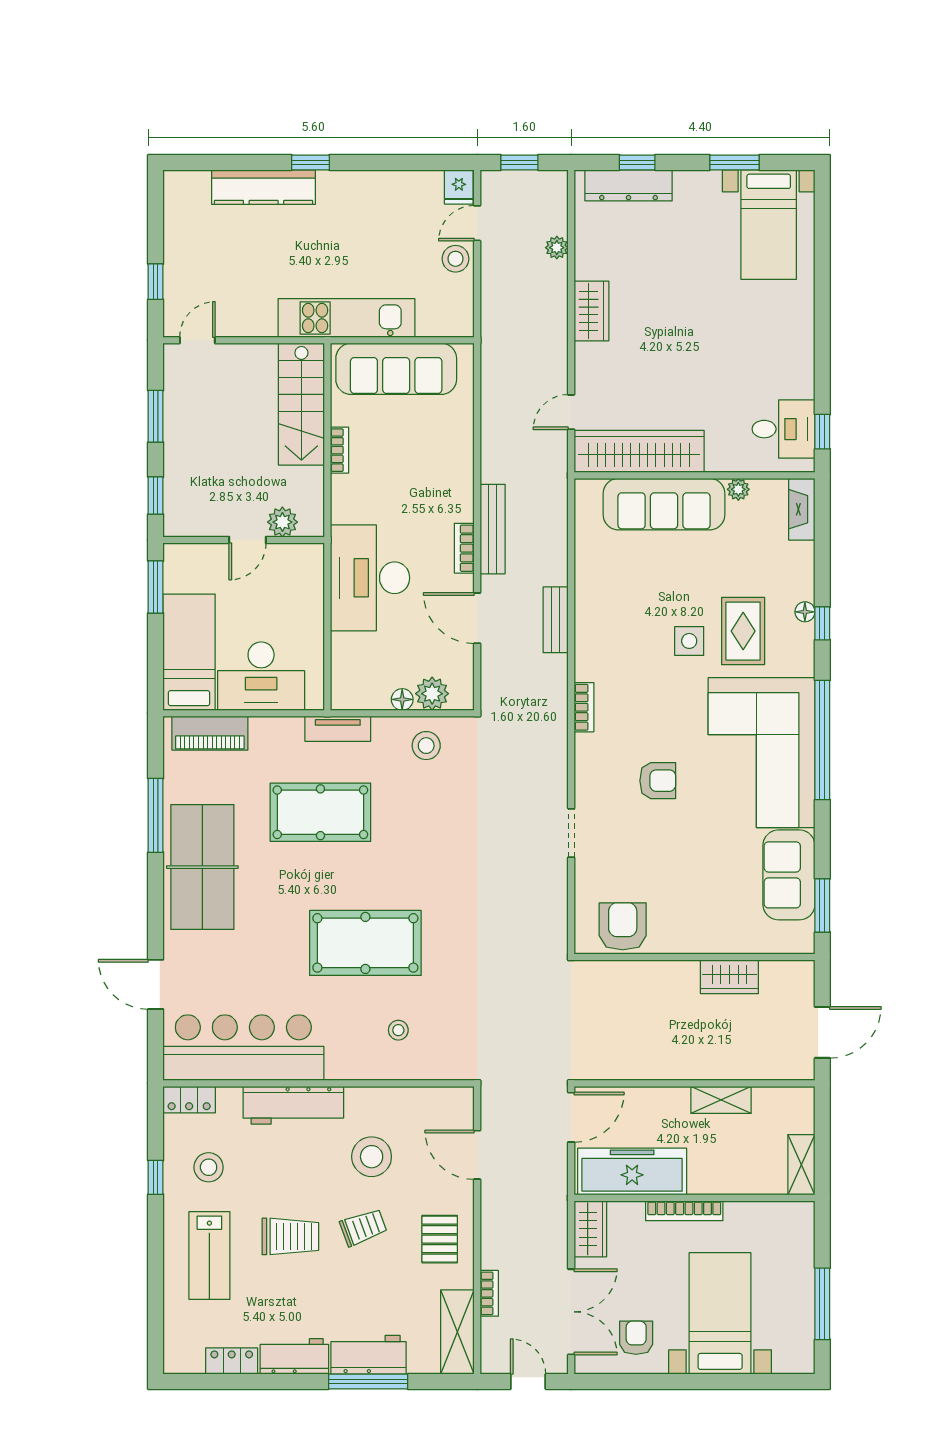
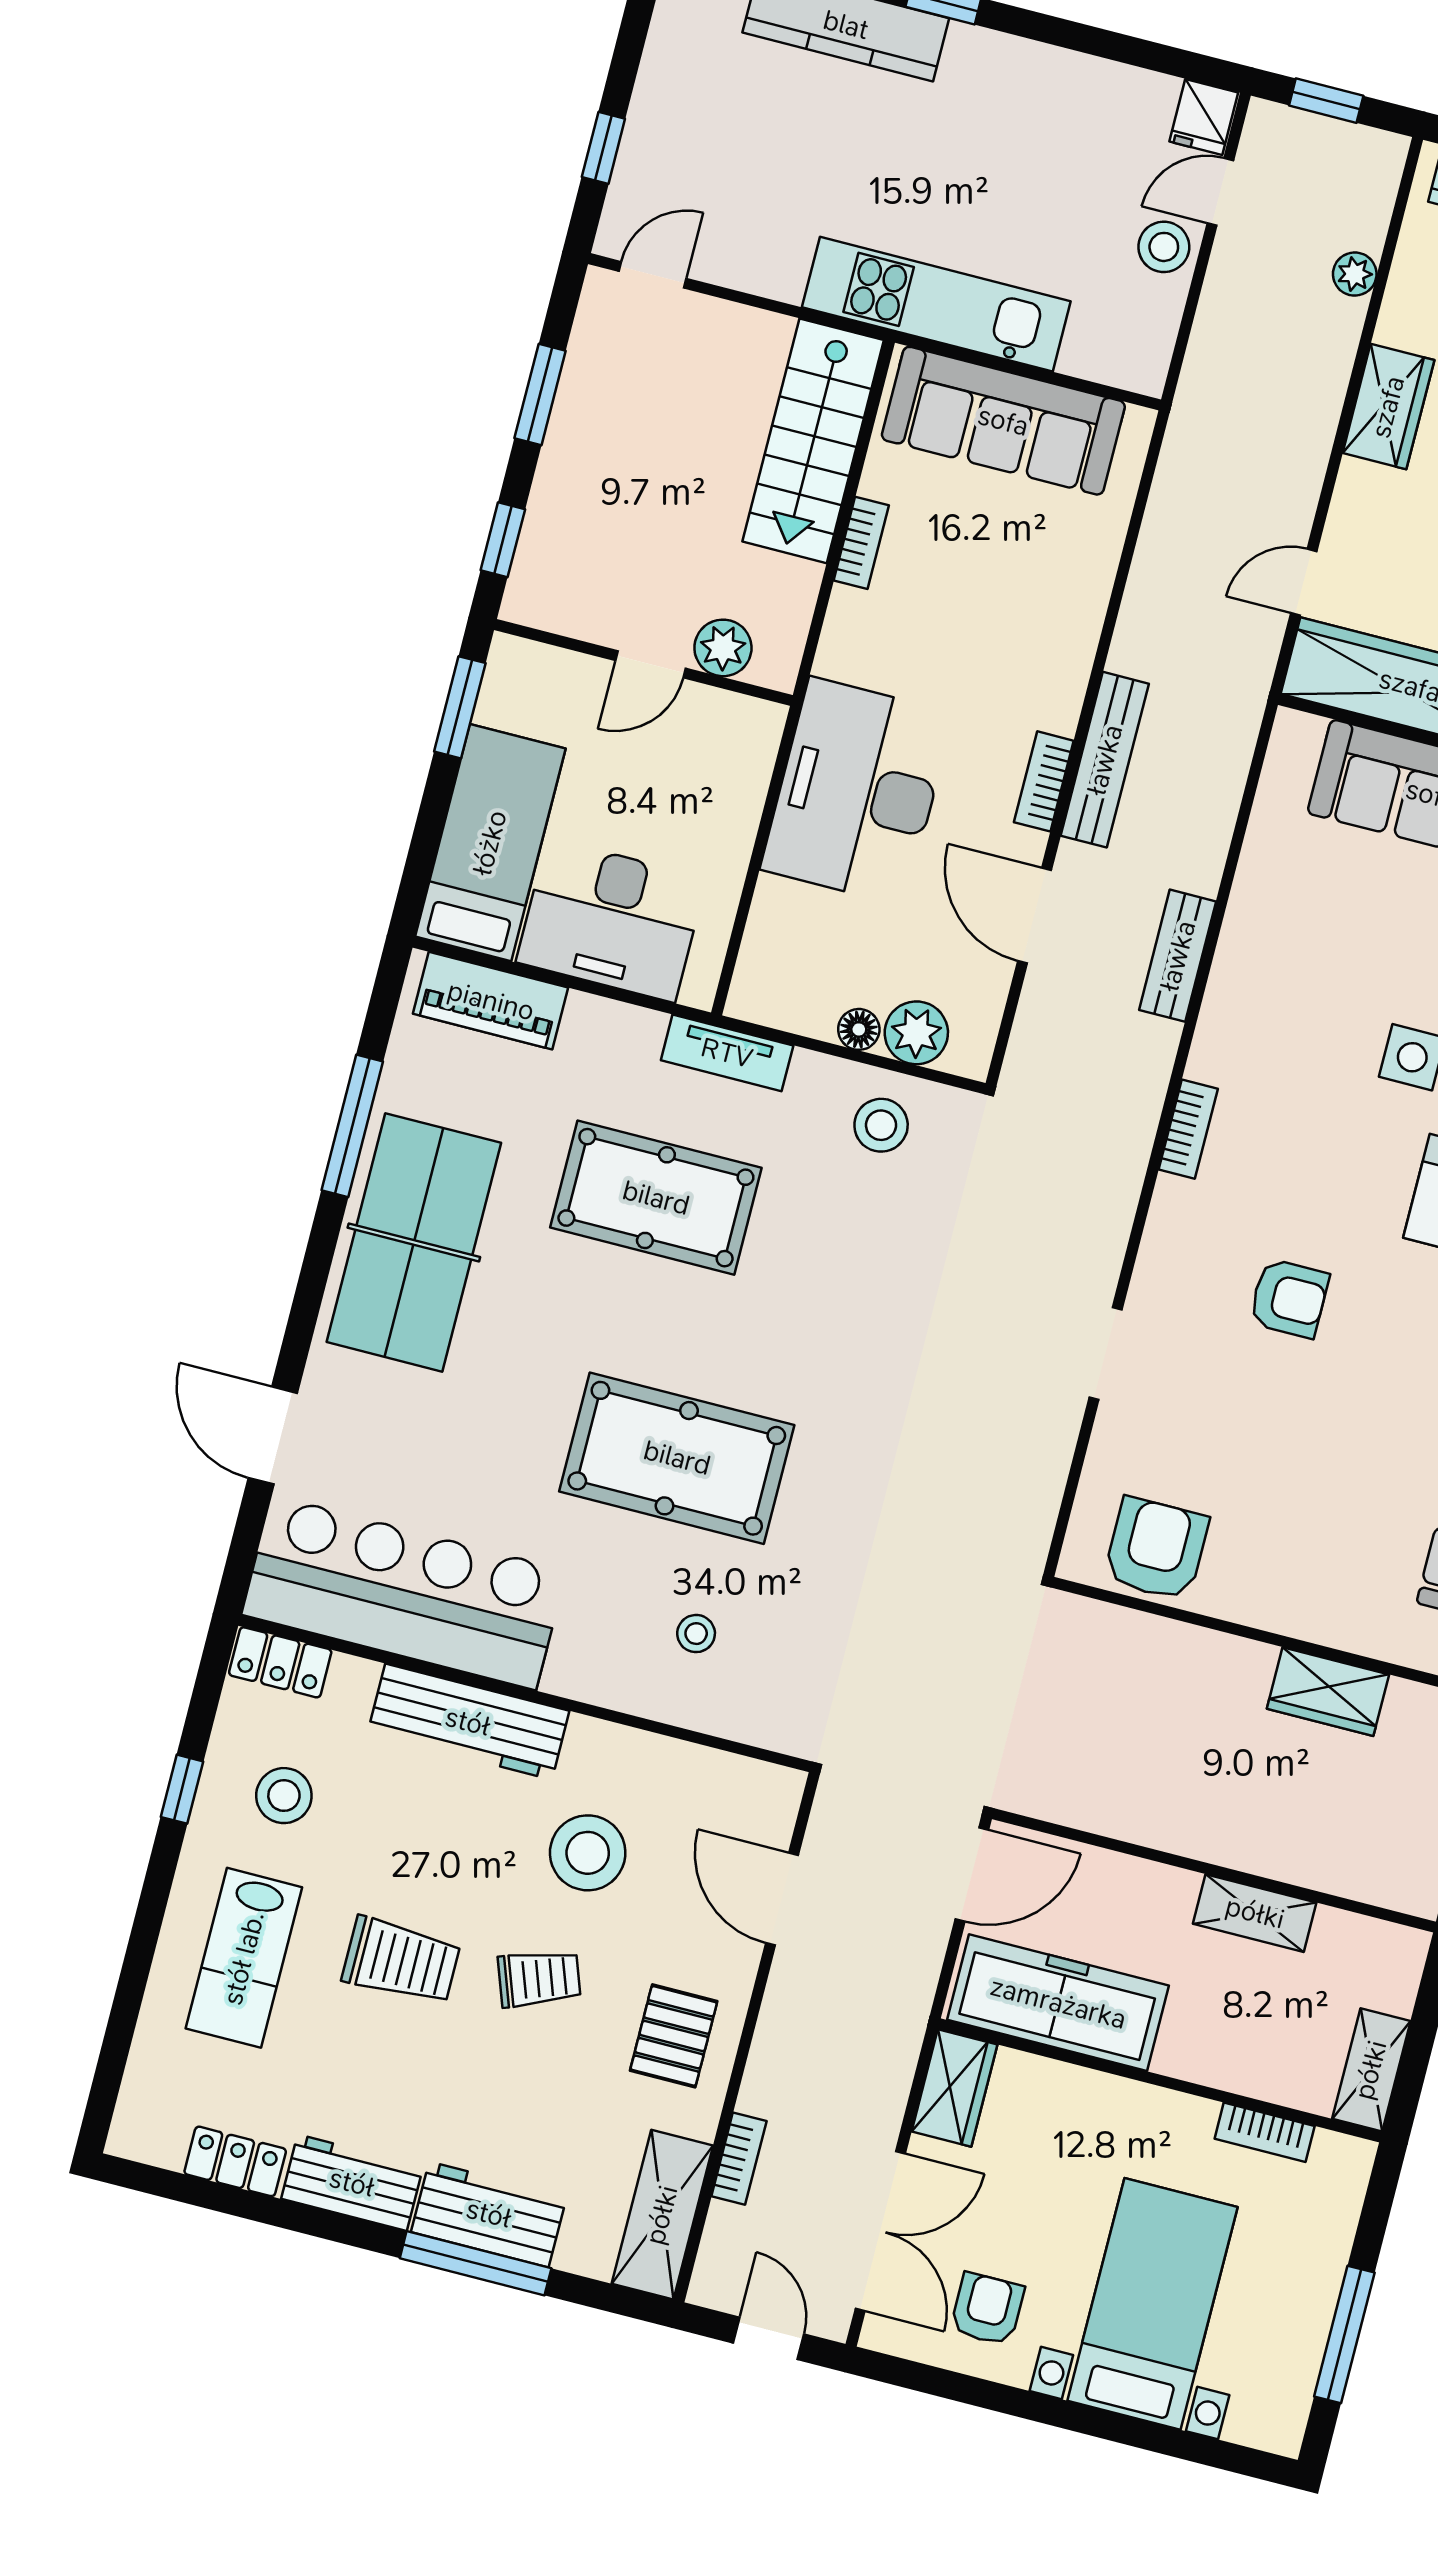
bookcase: (684, 1211) -> (1265, 2132), moved, width x0.64

